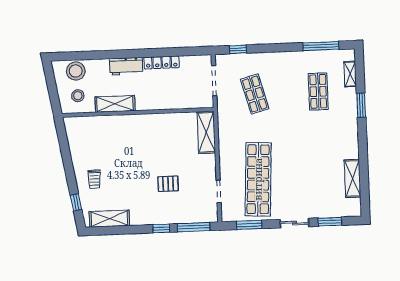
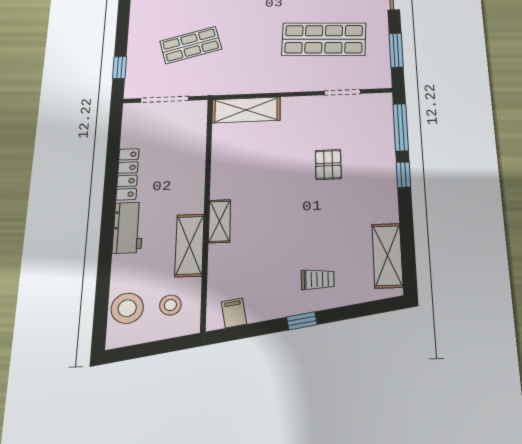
shelving: (131, 120) -> (219, 221), added
filing cabinet: (74, 132) -> (234, 313), added
shop shelf: (258, 179) -> (324, 39), width x0.71
window: (76, 202) -> (302, 321), moved

